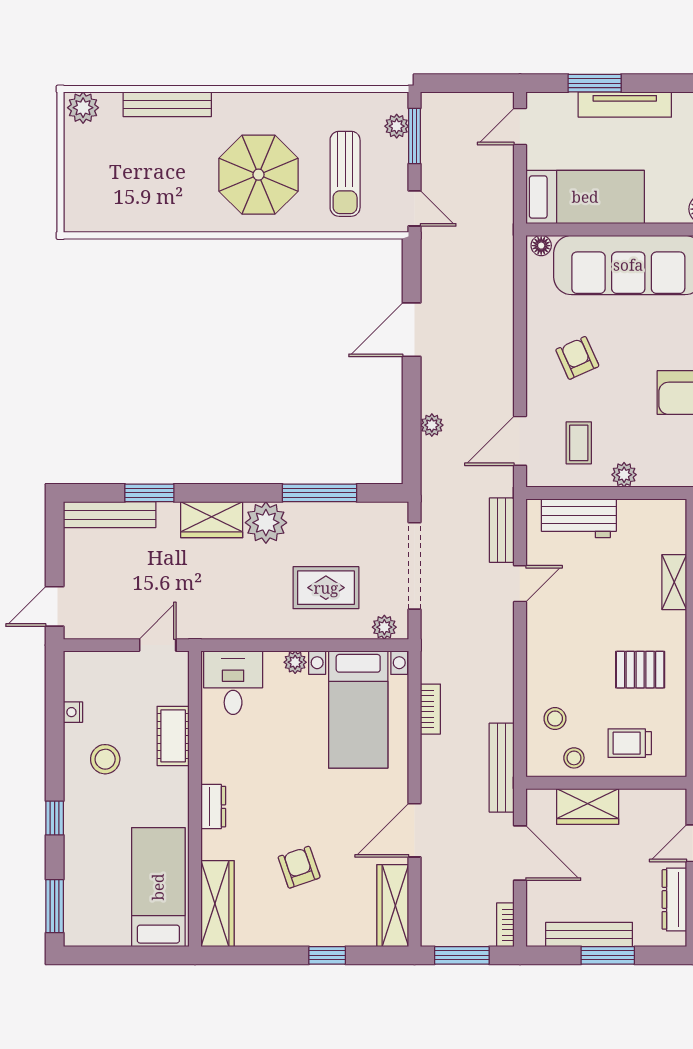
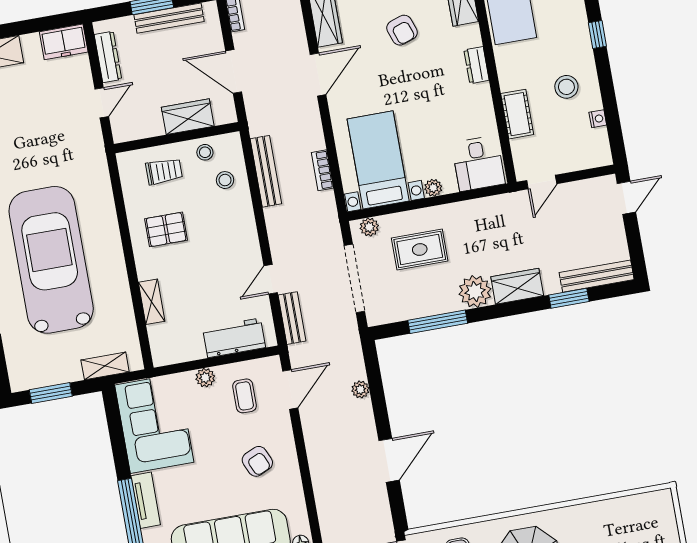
bench: (502, 768) -> (266, 171), moved

